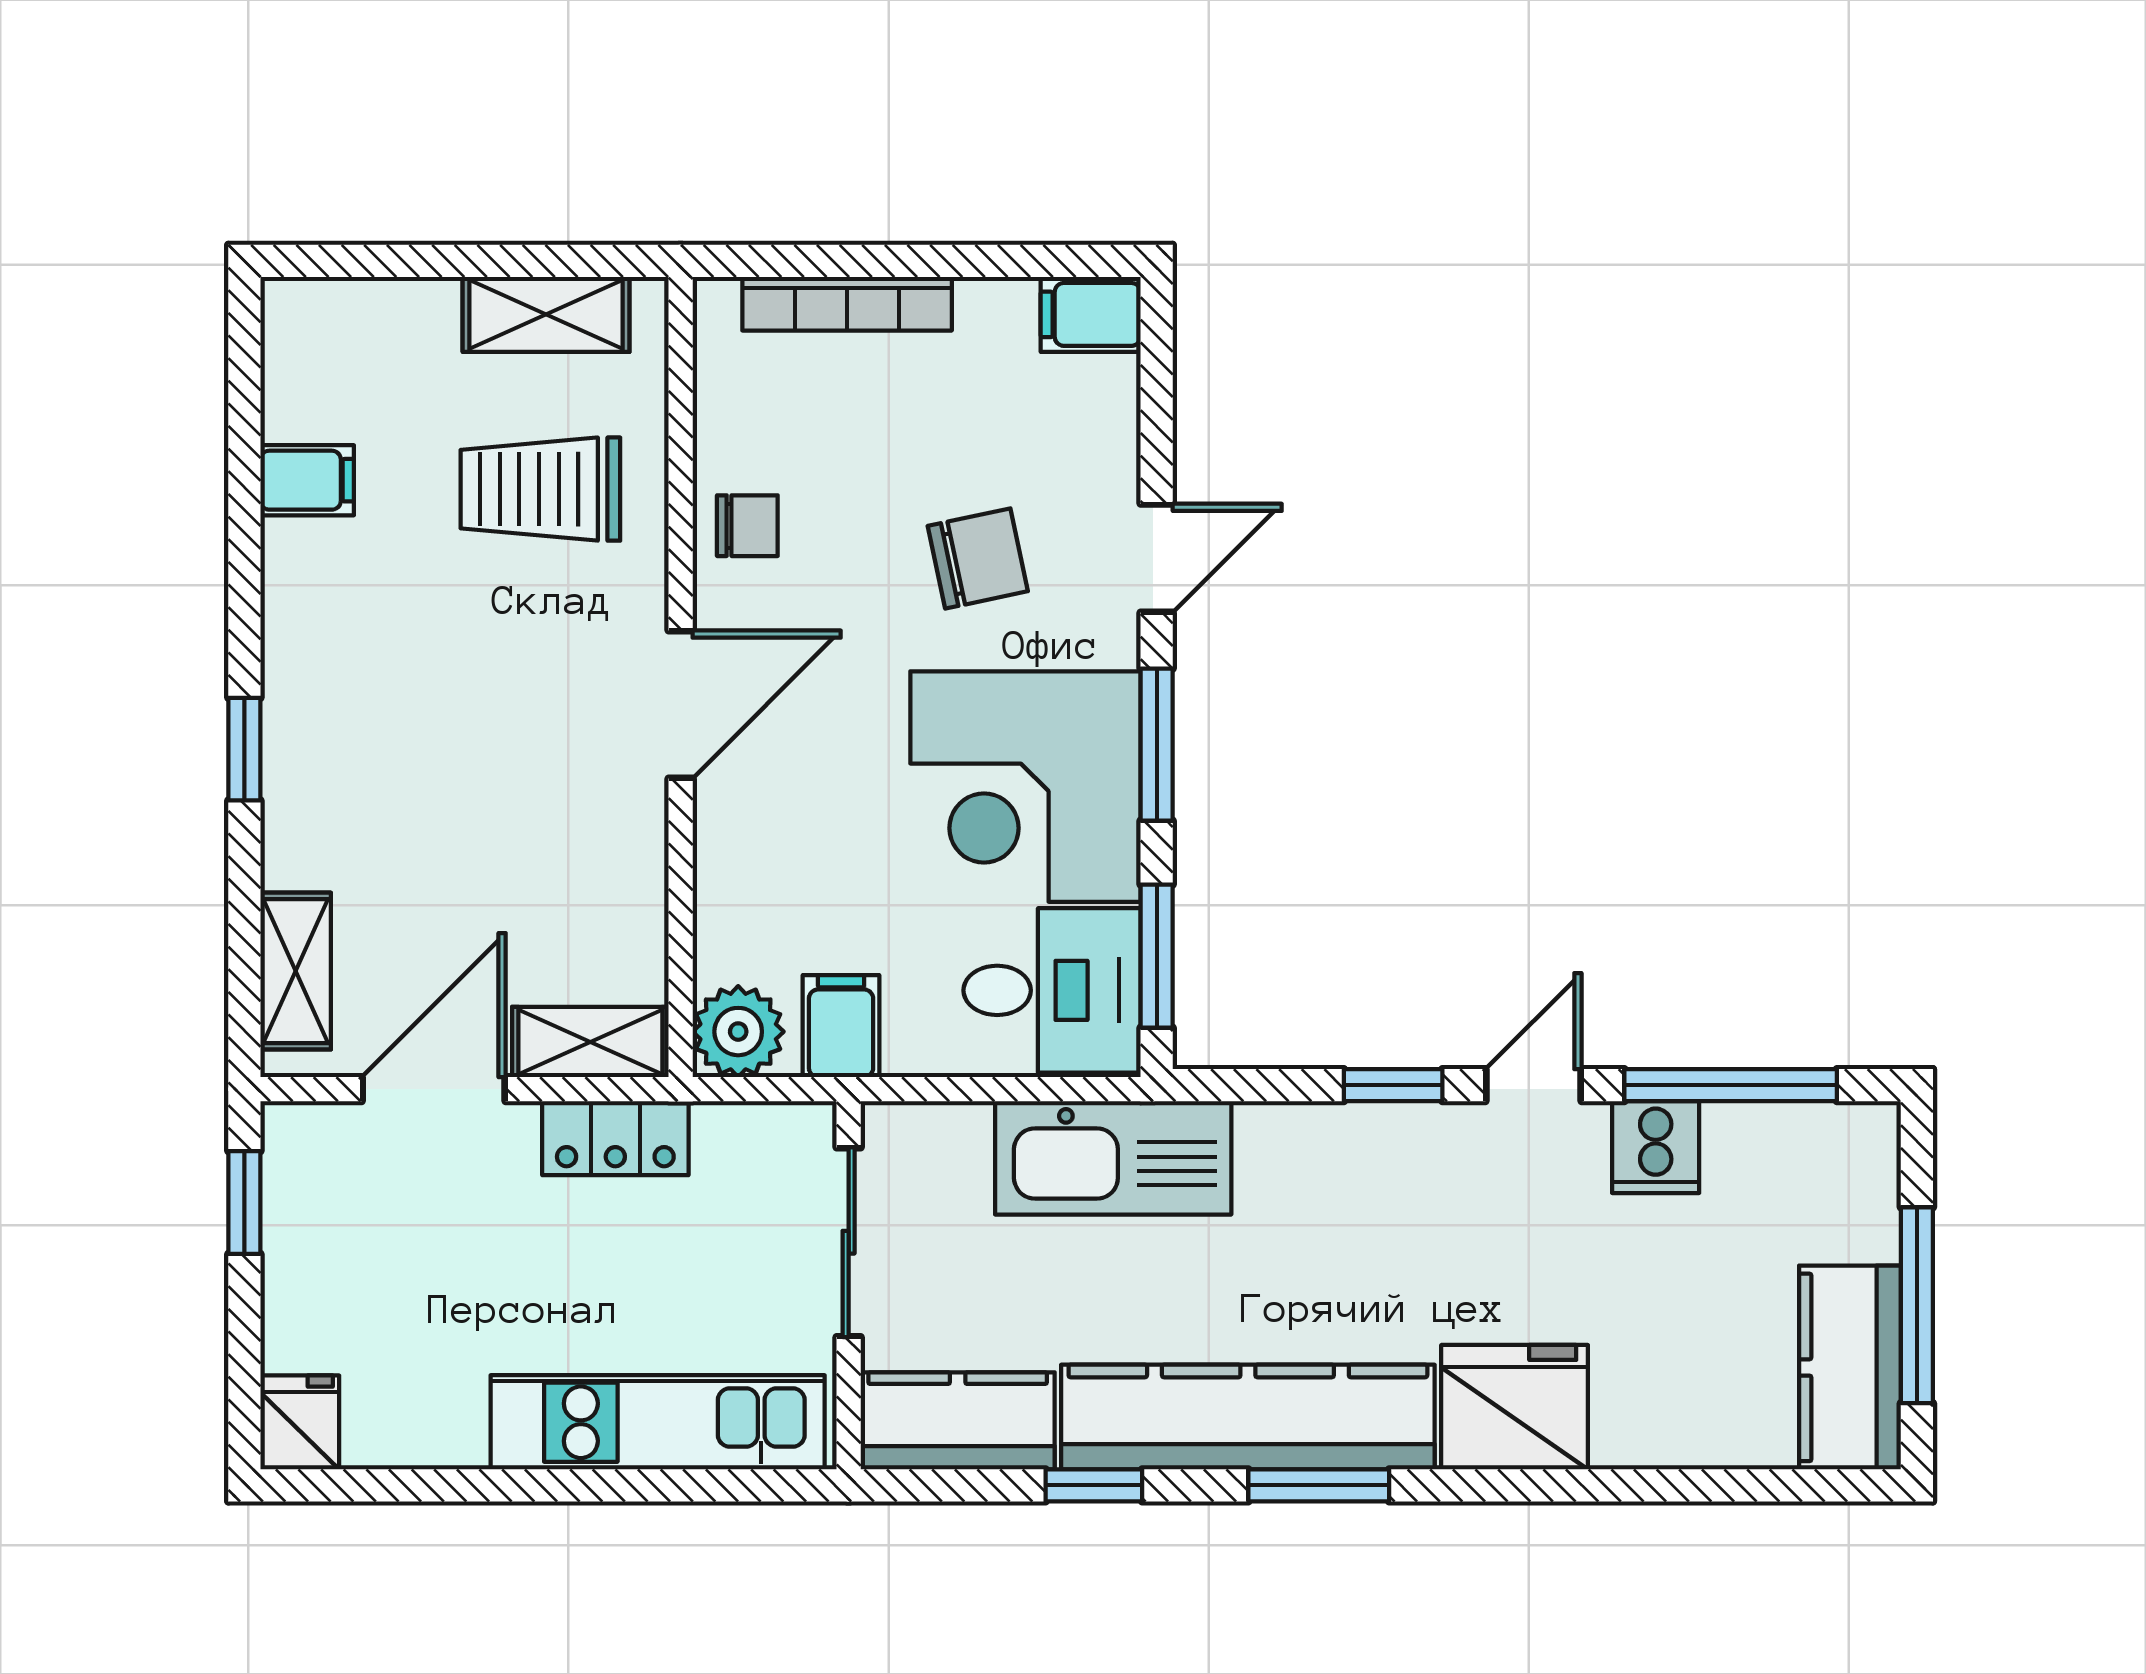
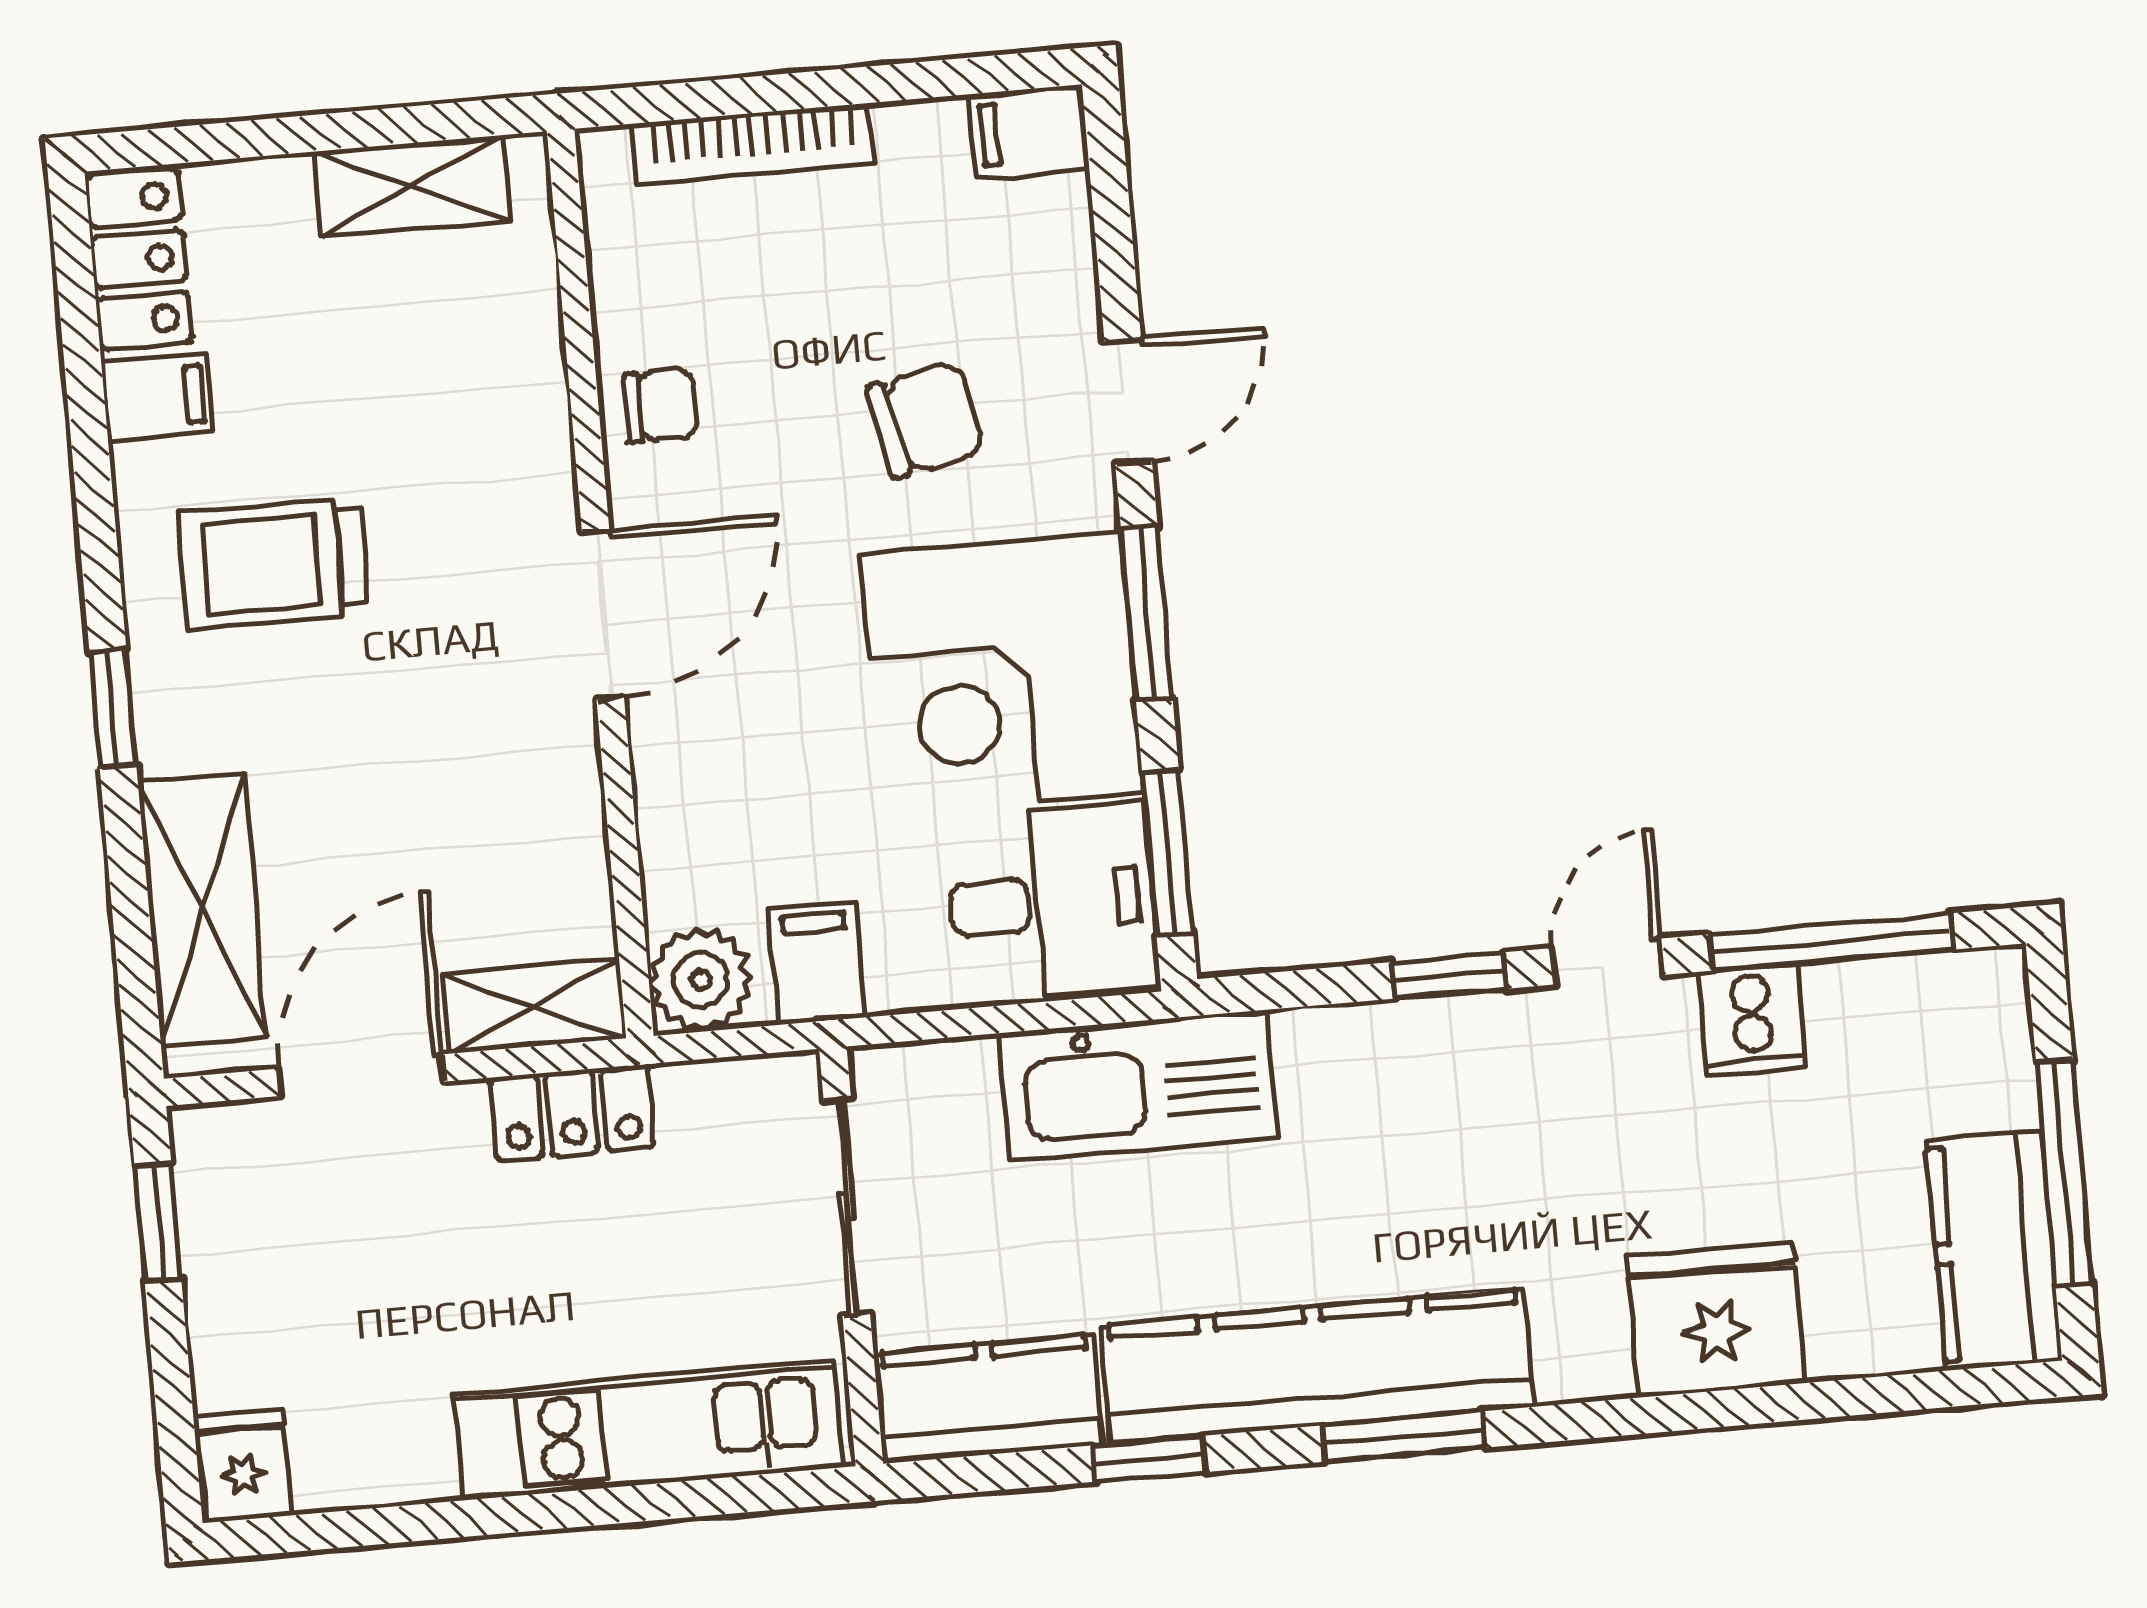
locker: (301, 358) -> (139, 259), added
trolley: (540, 489) -> (274, 563), moved
shelving: (296, 971) -> (203, 909), width x1.50, depth x1.33
fridge: (1515, 1407) -> (1716, 1320), moved

